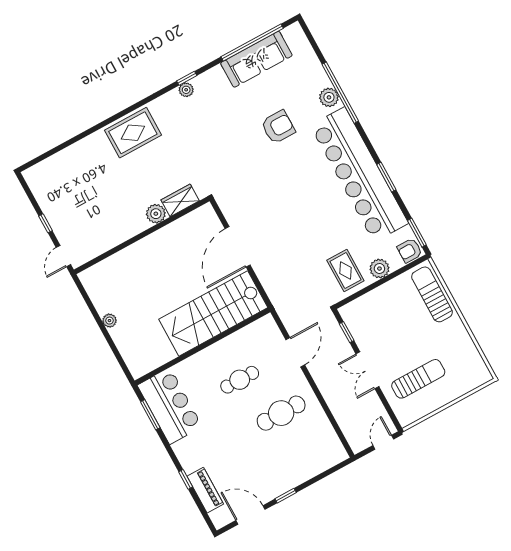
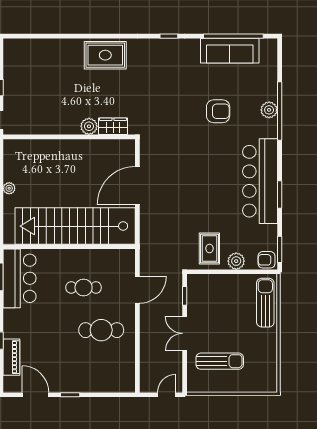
plant: (186, 90) -> (164, 45), removed
bar counter: (359, 174) -> (260, 181), width x0.73
stairs: (213, 313) -> (75, 226), width x1.36

